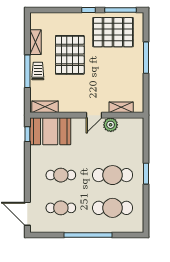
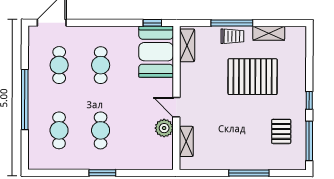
pallet: (113, 32) -> (281, 131), width x0.49, depth x0.50
cafe table: (113, 175) -> (101, 130), width x0.73, depth x0.74
cafe table: (113, 208) -> (59, 130), width x0.73, depth x0.74

